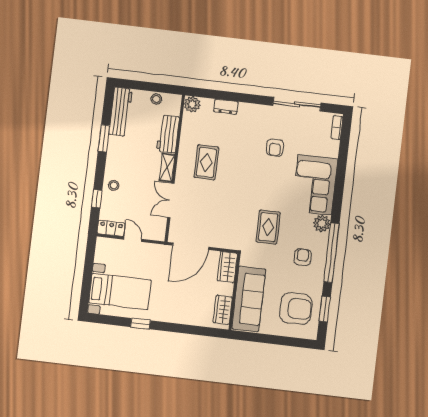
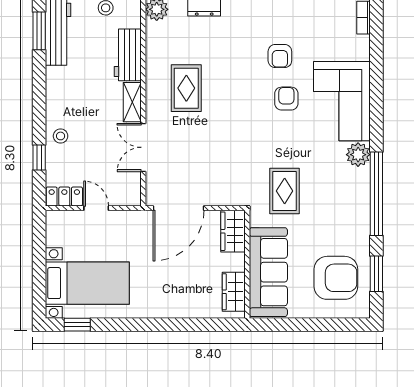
window: (104, 138) -> (39, 31), moved
rug: (268, 227) -> (285, 191), moved
armchair: (303, 257) -> (286, 99), moved
window: (140, 324) -> (77, 325), moved

